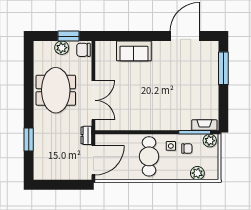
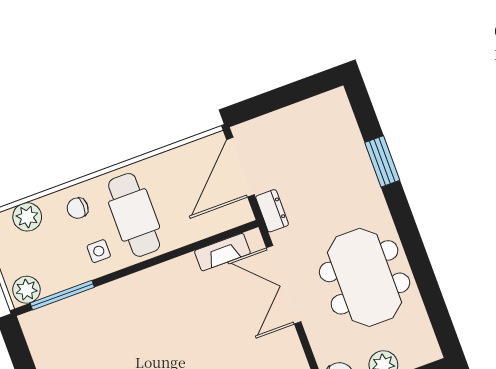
fireplace: (204, 125) -> (222, 252), moved
chair: (187, 149) -> (78, 208), moved

